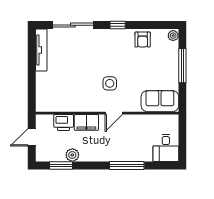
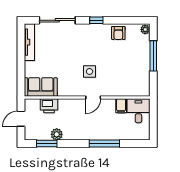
sofa: (160, 101) -> (41, 87), moved
filing cabinet: (86, 122) -> (121, 106), moved, width x0.50
desk: (166, 148) -> (138, 111), moved, turned 180

